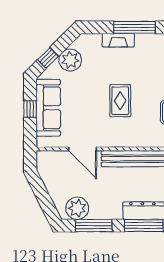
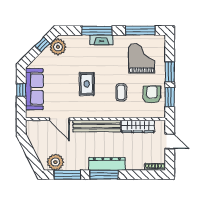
fireplace: (118, 40) -> (101, 40), moved
window: (48, 58) -> (42, 45), moved
plant: (70, 60) -> (58, 47), moved

